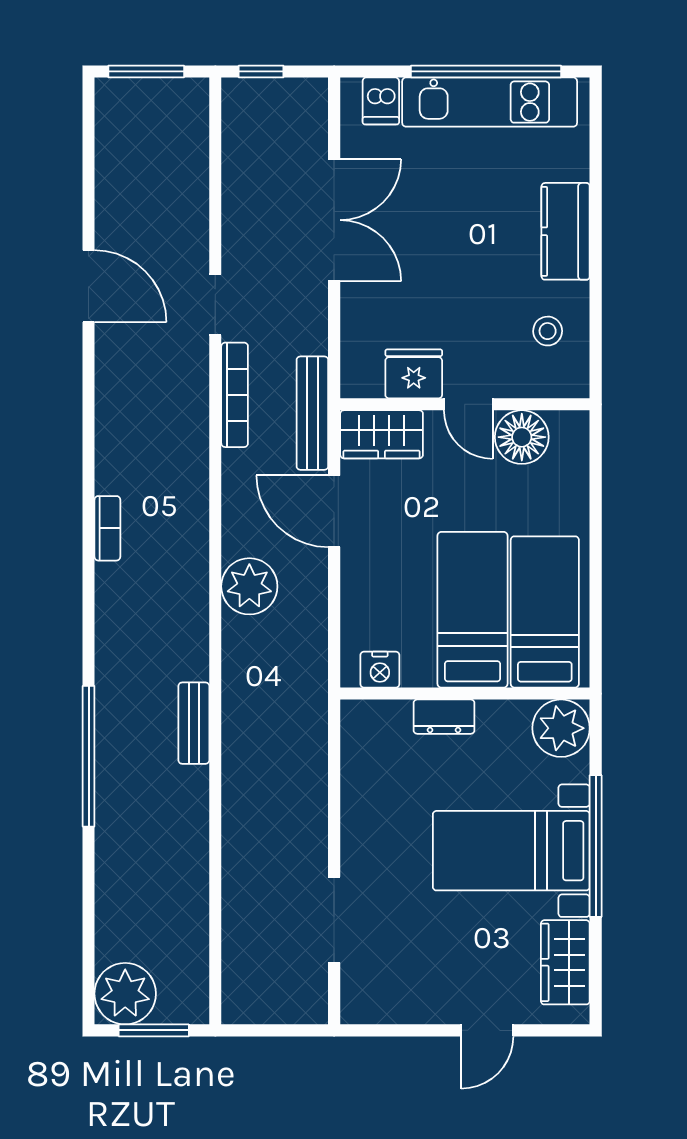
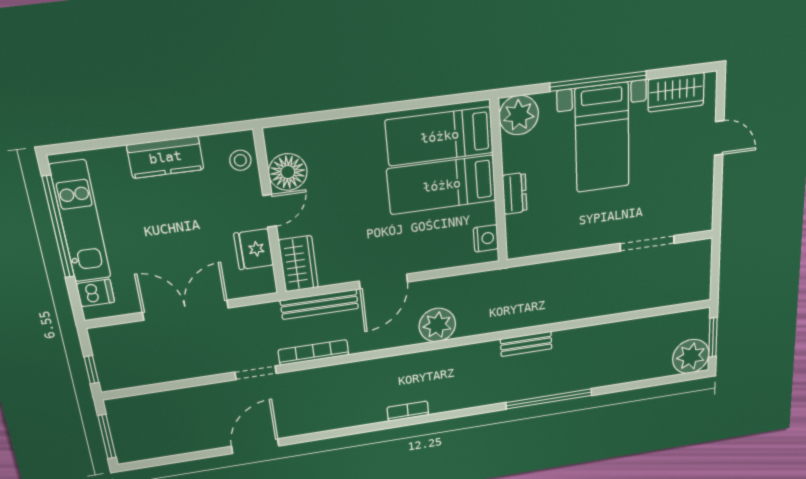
fridge: (414, 374) -> (254, 249), moved
wall: (465, 404) -> (270, 213), moved
door: (468, 404) -> (270, 211), moved
wardrobe: (382, 434) -> (298, 264), moved
floor lamp: (522, 437) -> (288, 172), moved

